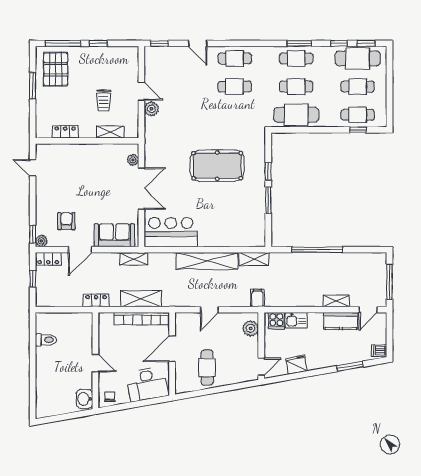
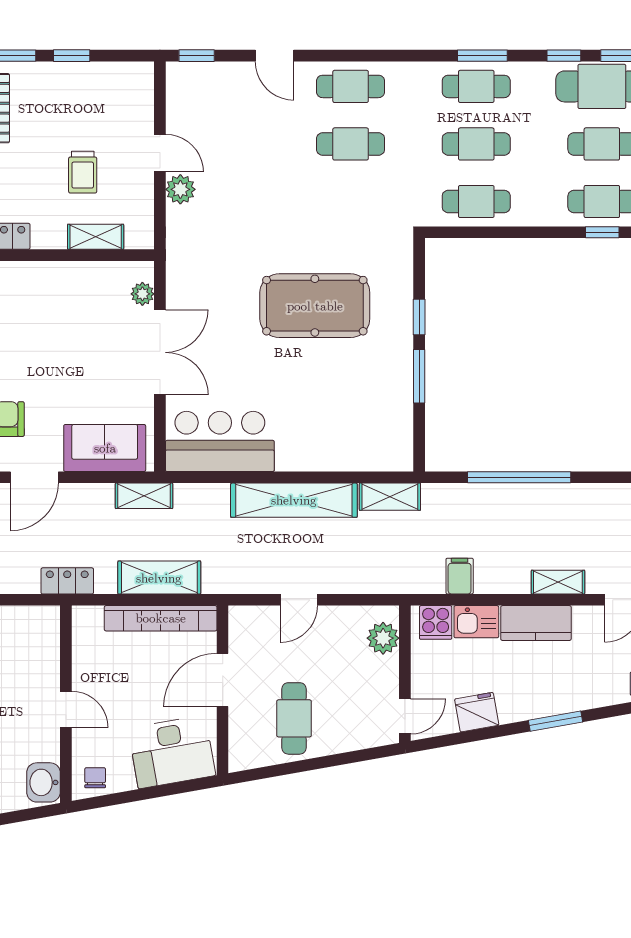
cafe table: (296, 115) -> (476, 202), width x0.73, depth x0.74
filing cabinet: (257, 298) -> (460, 576), moved
kitchen counter: (341, 321) -> (536, 623), moved
window: (350, 366) -> (556, 721), moved

